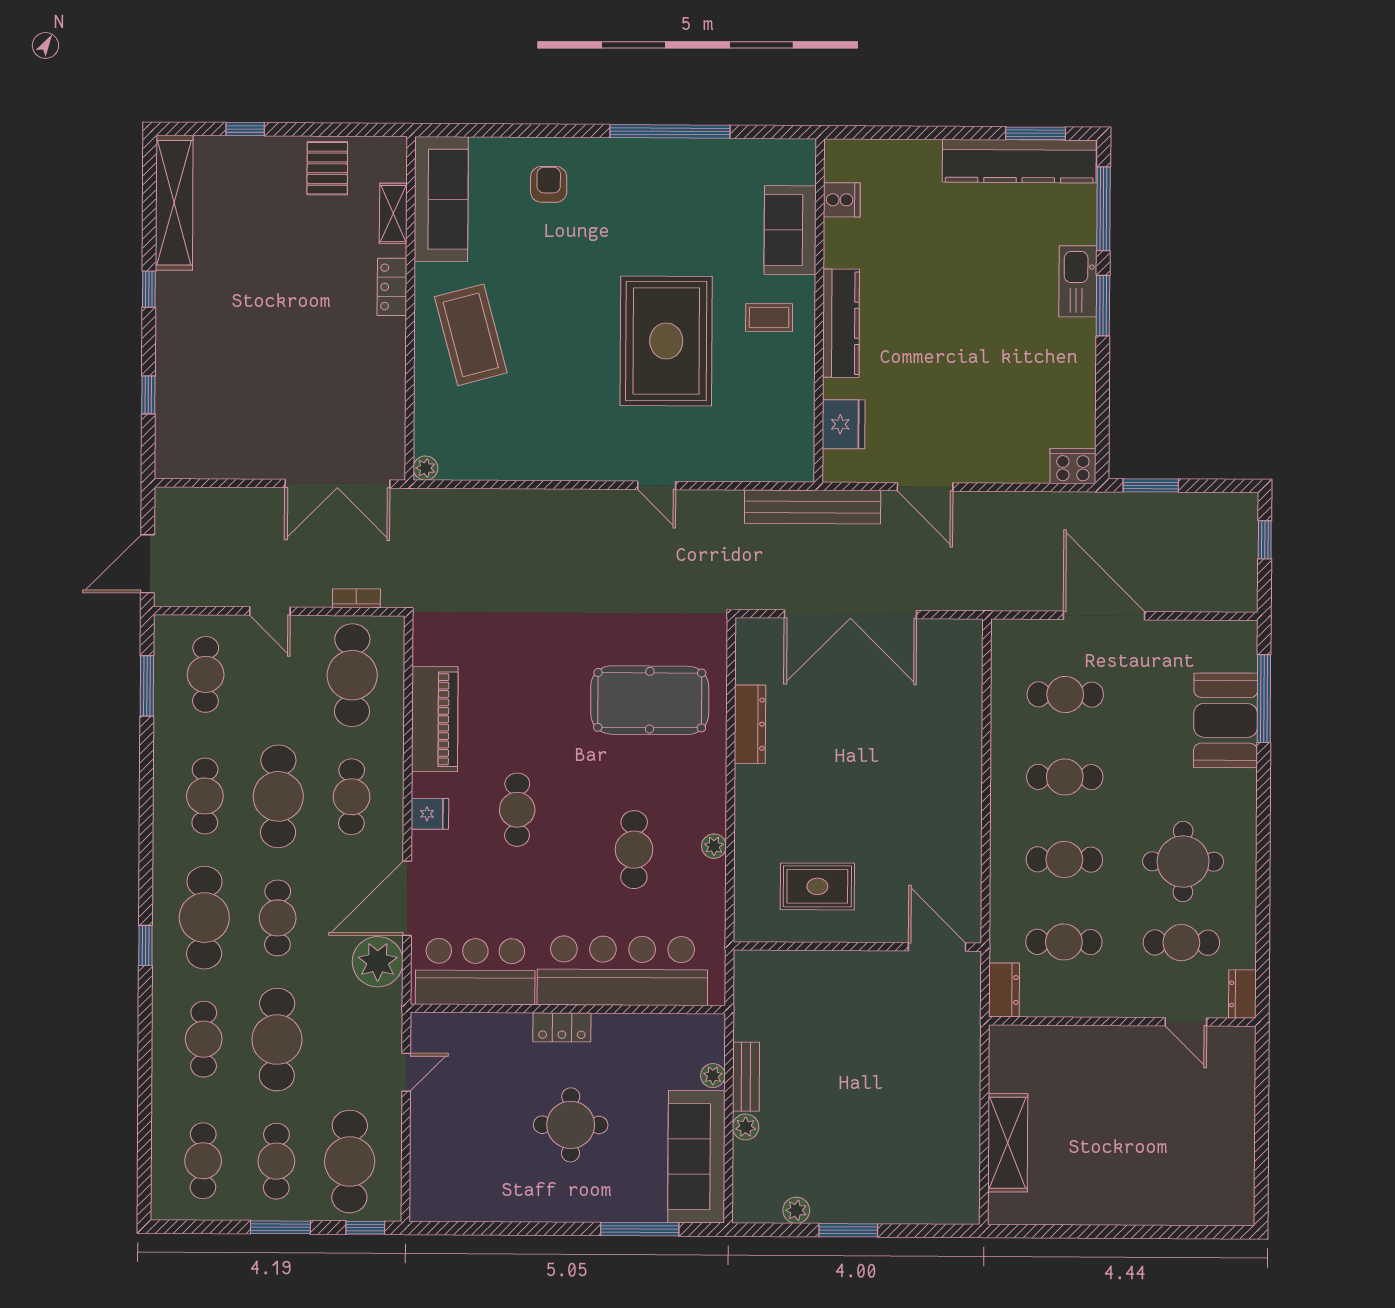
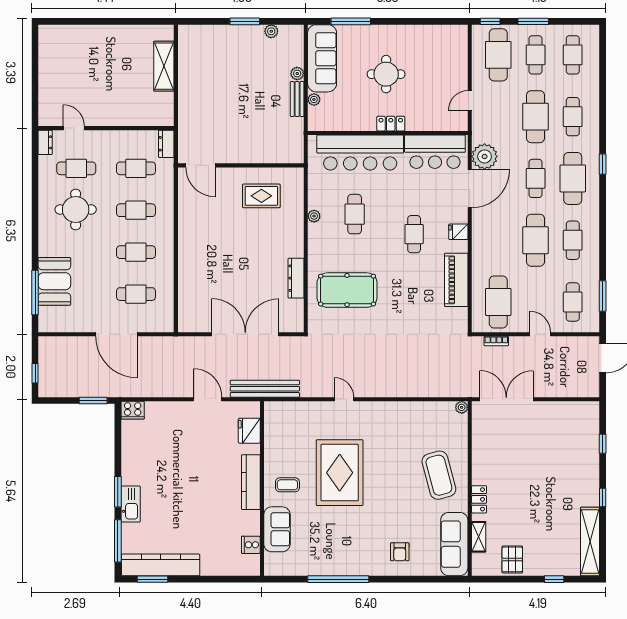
cafe table: (352, 797) -> (498, 240), removed

